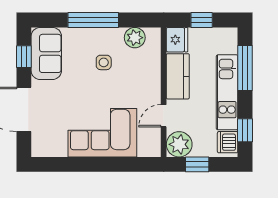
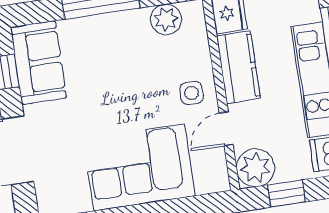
side table: (104, 62) -> (192, 93), moved

